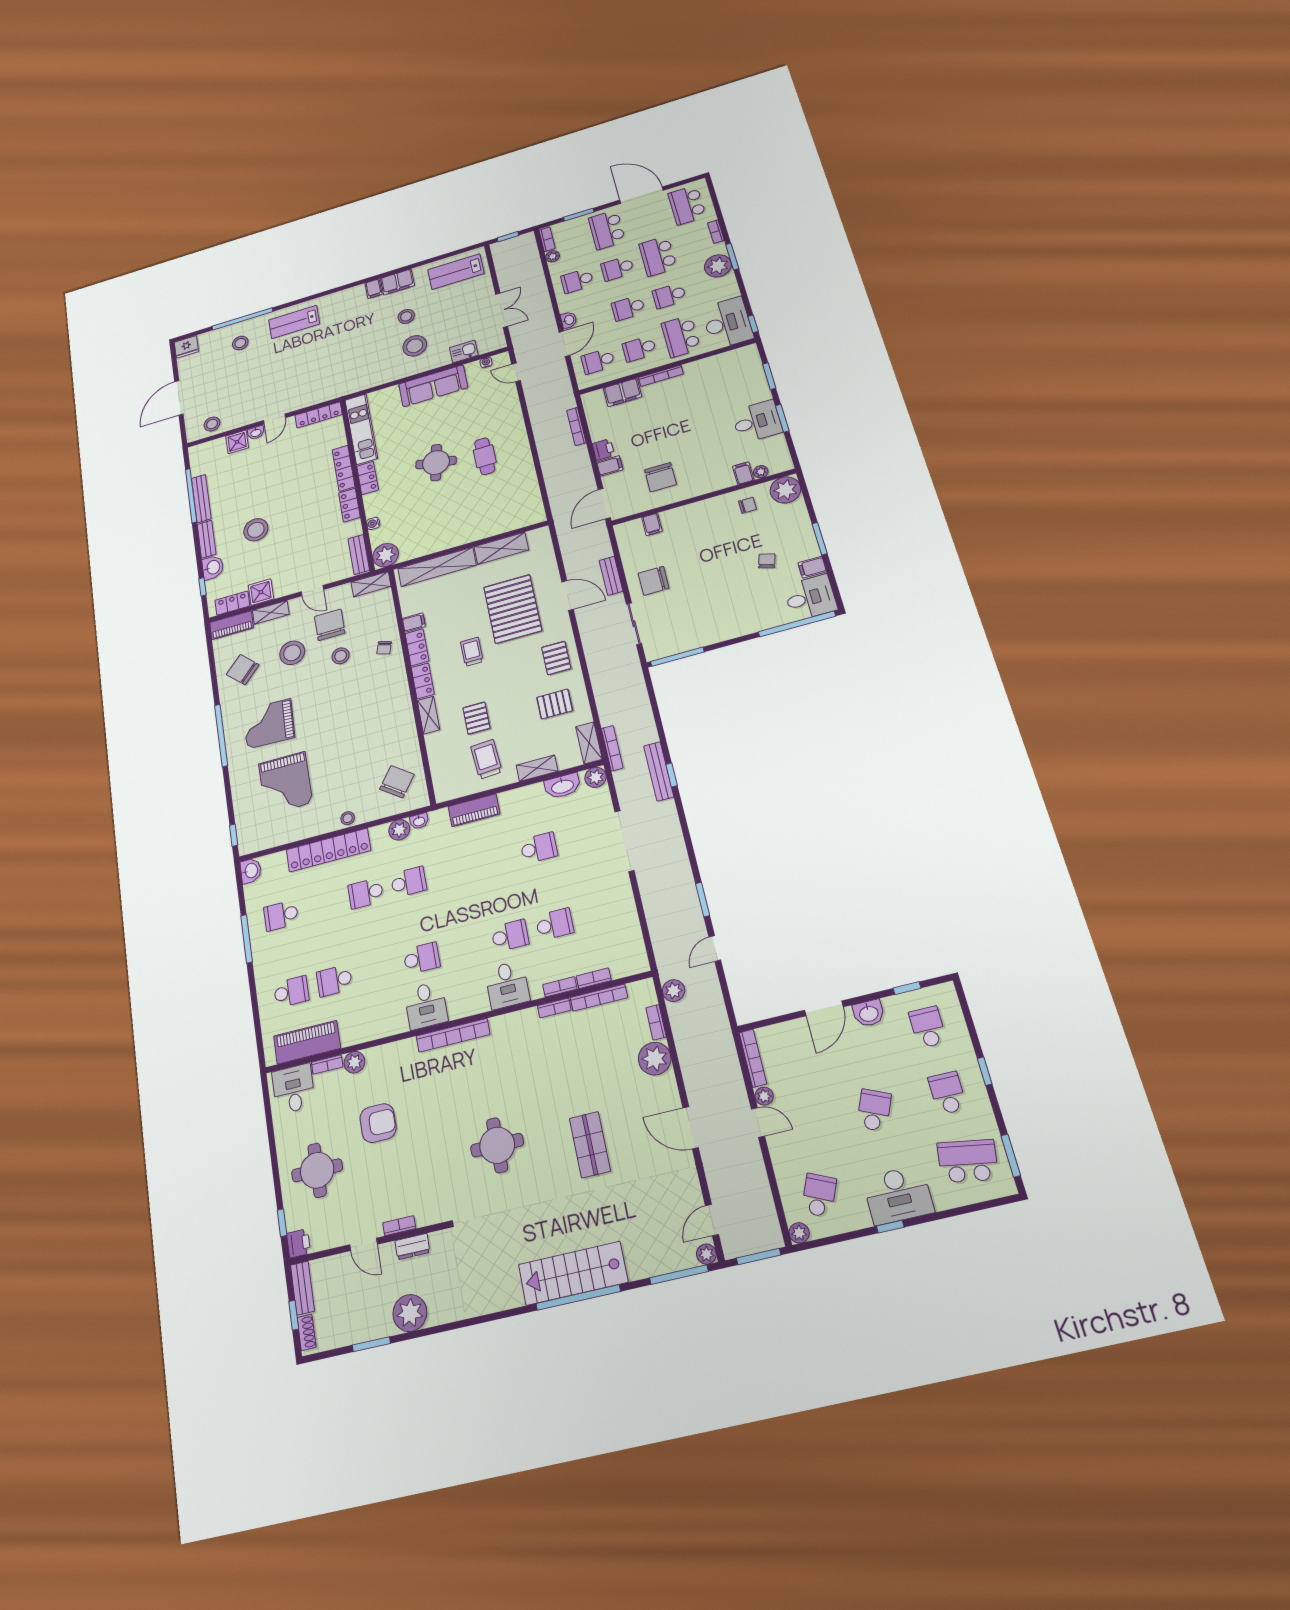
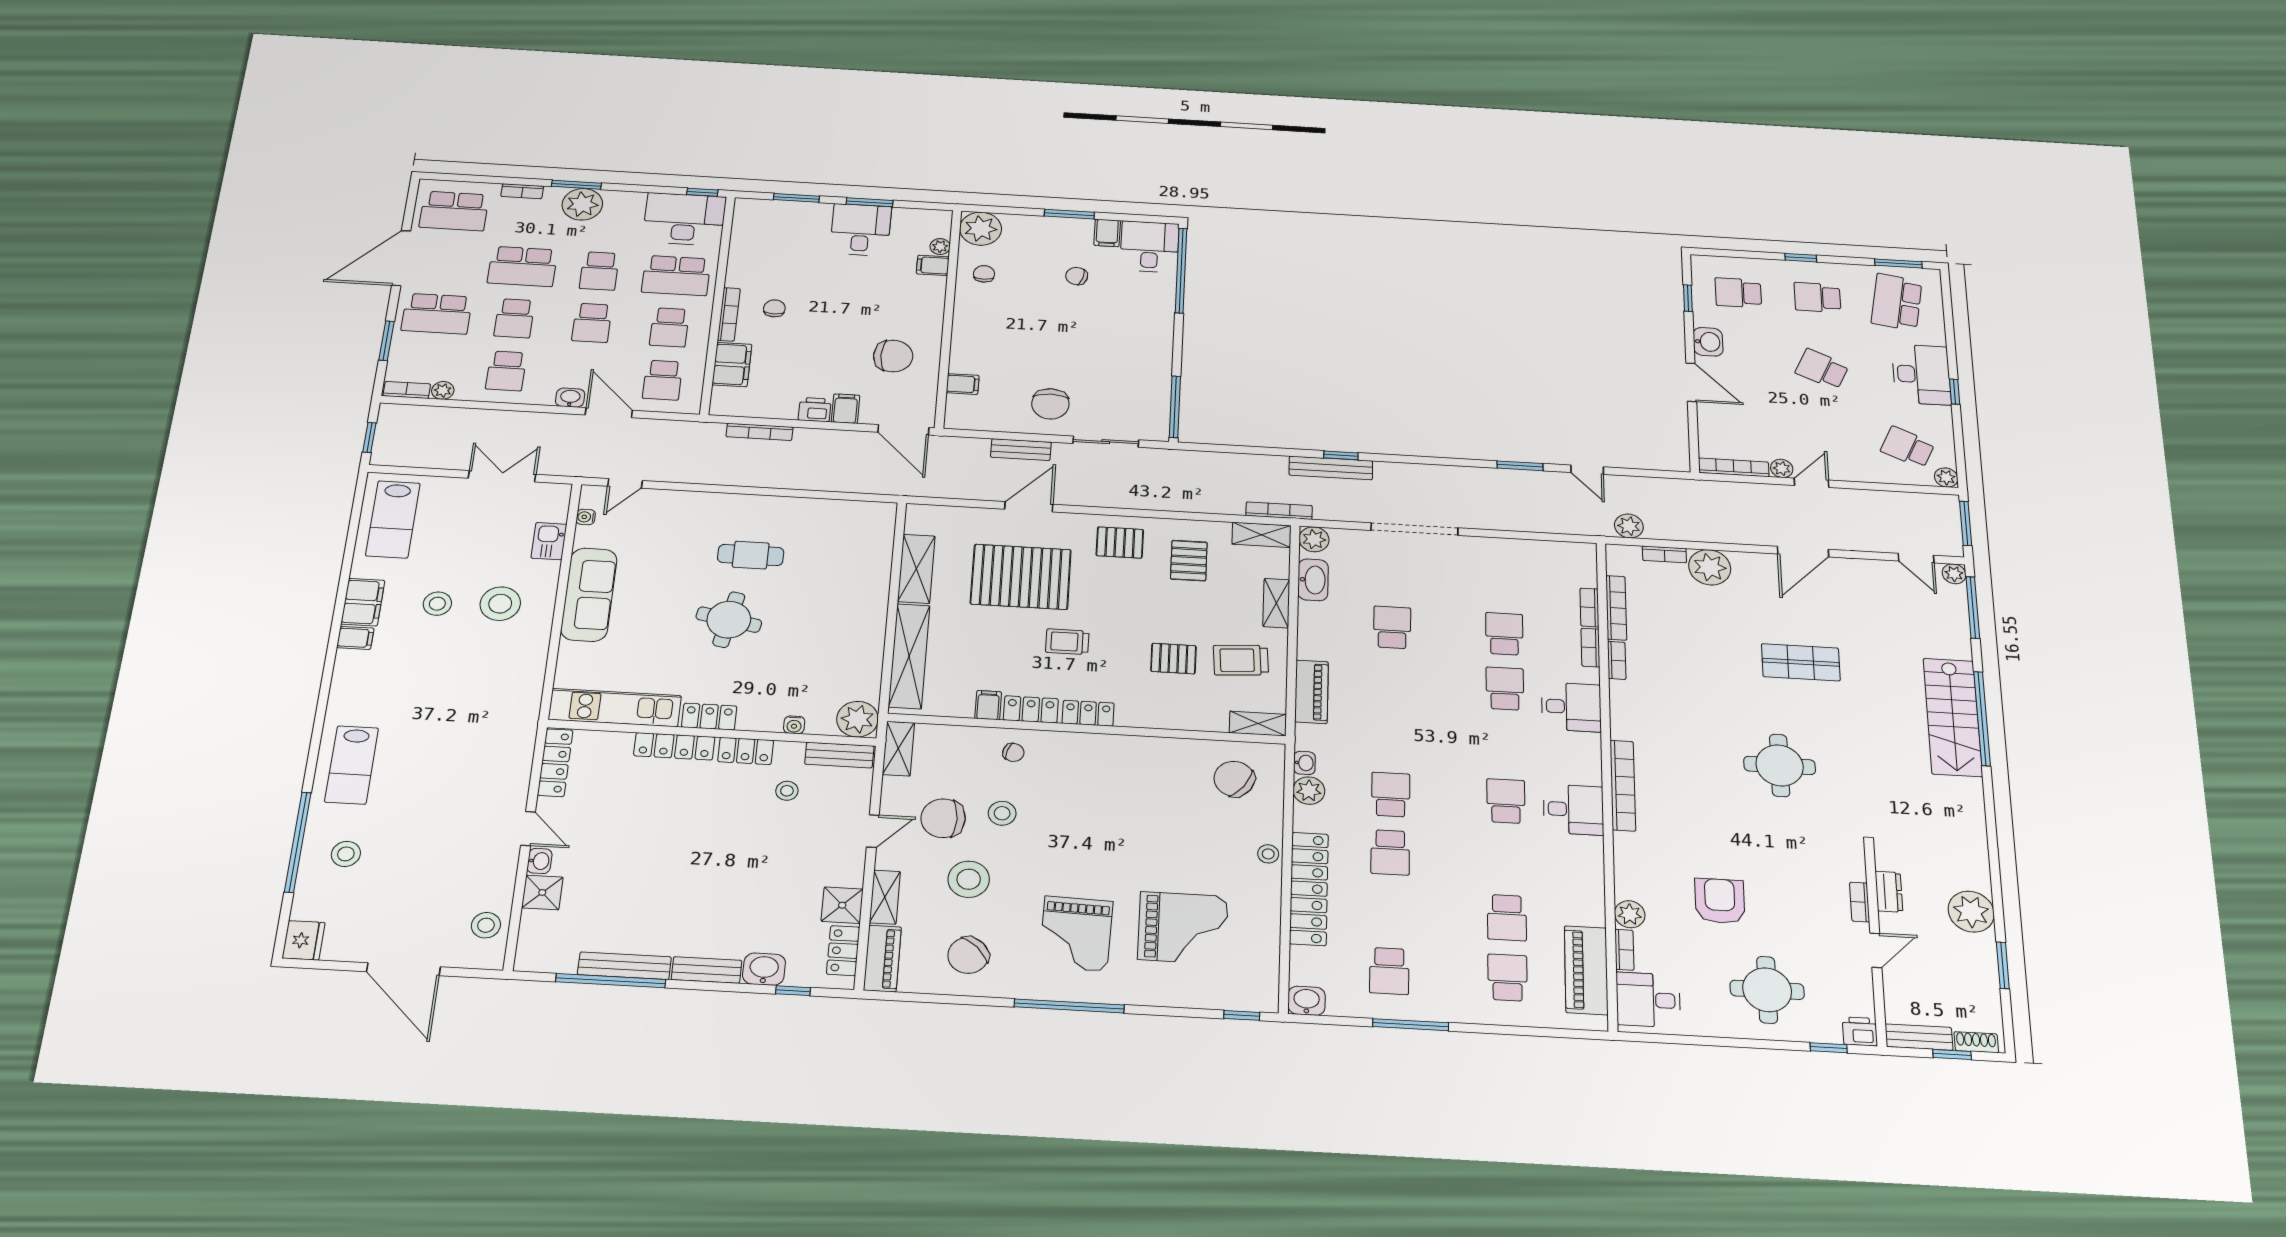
chair: (675, 398) -> (774, 308), added
stool: (256, 530) -> (787, 791), moved, width x0.53, depth x0.53
shelving: (428, 715) -> (1258, 724), moved

